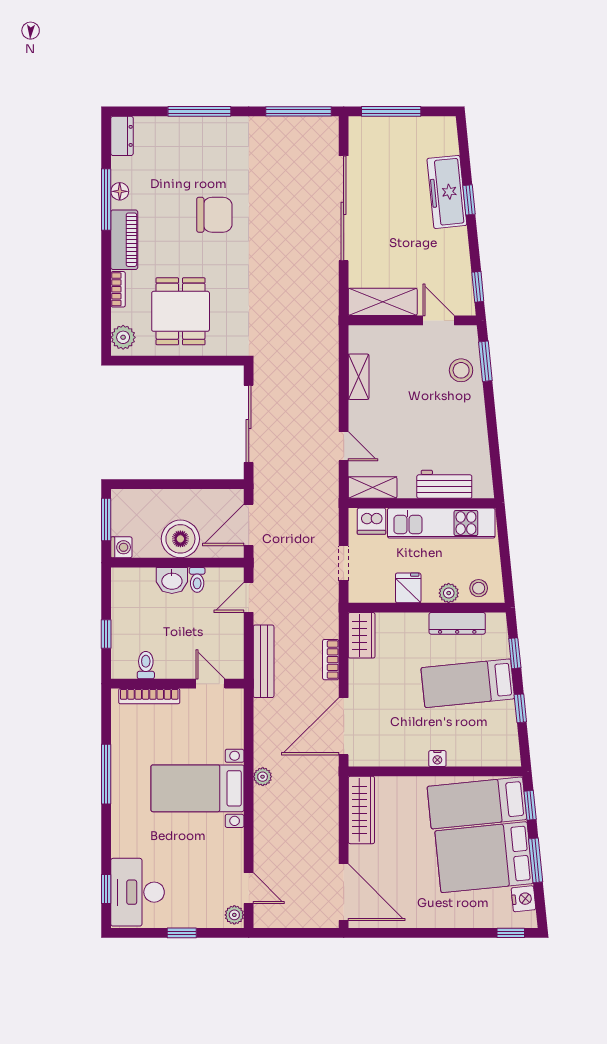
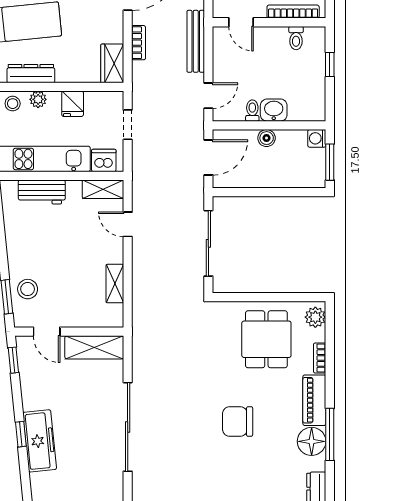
floor lamp: (120, 191) -> (312, 441), width x1.89, depth x1.89
boiler: (180, 539) -> (267, 138), width x0.54, depth x0.54

